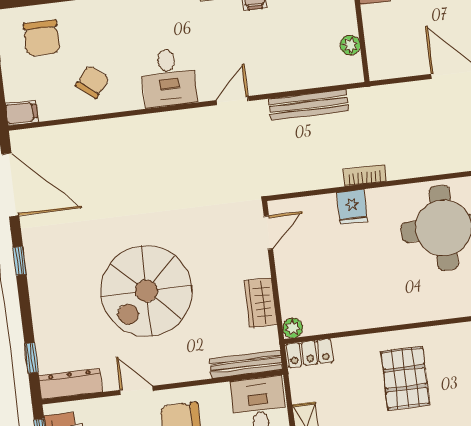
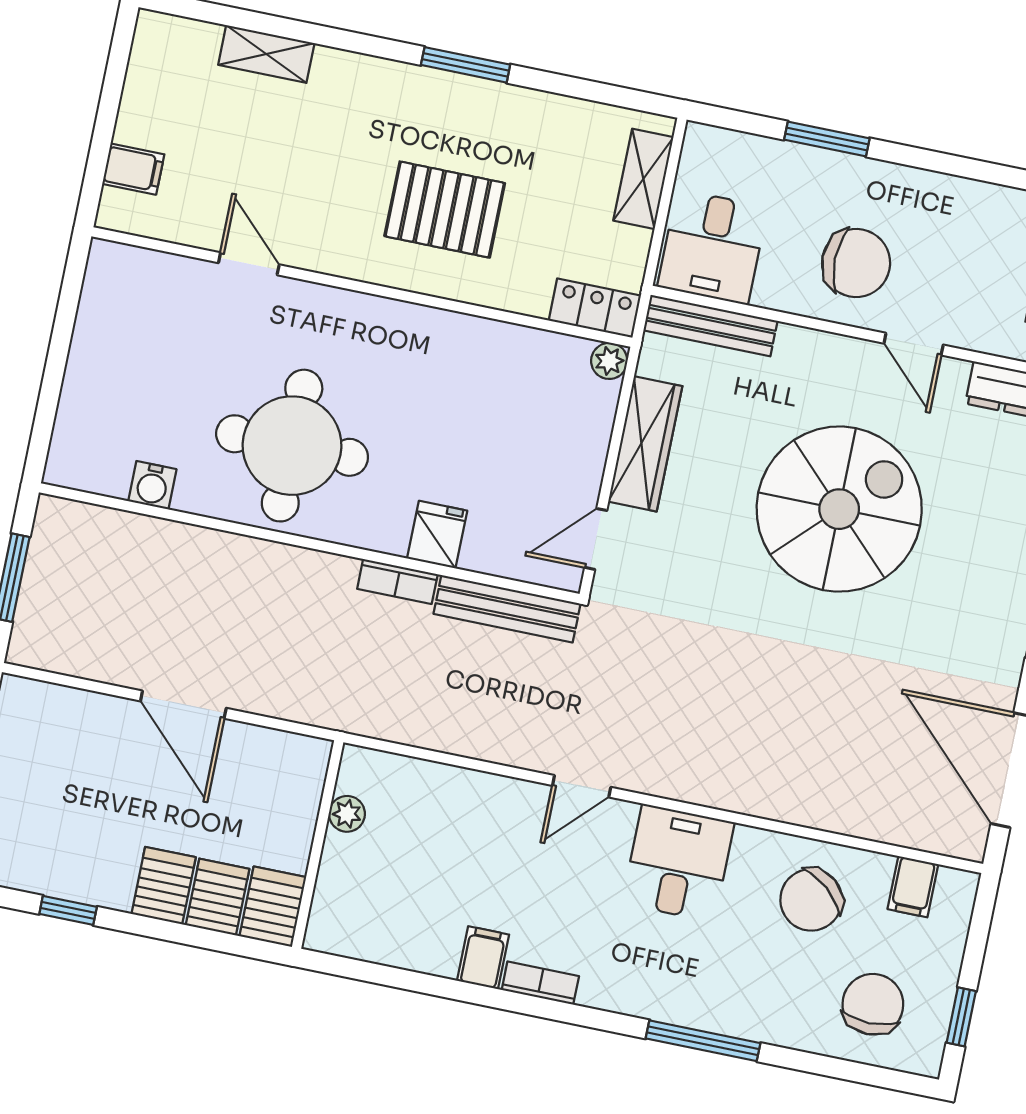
chair: (92, 82) -> (811, 900), width x1.37, depth x1.37
bench: (309, 105) -> (507, 609), moved
filing cabinet: (22, 113) -> (913, 887), moved, turned -90
wardrobe: (261, 303) -> (645, 444), width x1.50
pallet: (405, 378) -> (445, 210), turned 90

